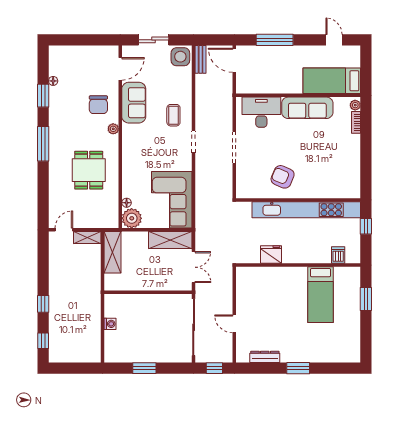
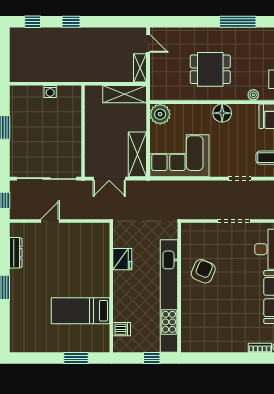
floor lamp: (127, 203) -> (222, 113), moved, width x1.89, depth x1.89

